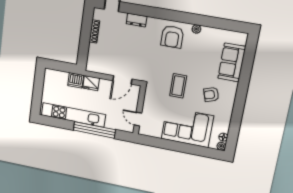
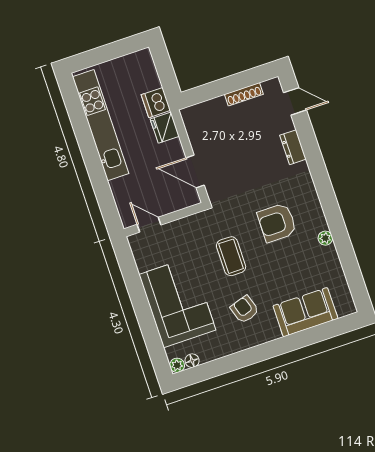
armchair: (172, 37) -> (277, 223), moved
coffee table: (178, 86) -> (231, 256), turned 90
door: (138, 119) -> (149, 225), hinge flipped
window: (94, 130) -> (95, 169), removed

